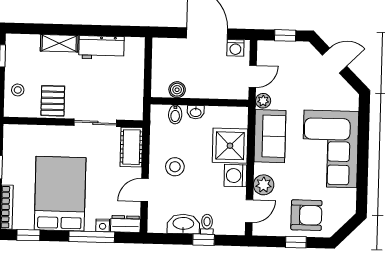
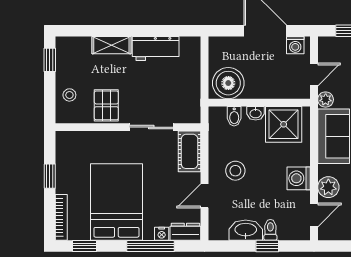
boiler: (177, 90) -> (228, 83), width x1.86, depth x1.86
shower: (230, 146) -> (284, 124), moved

